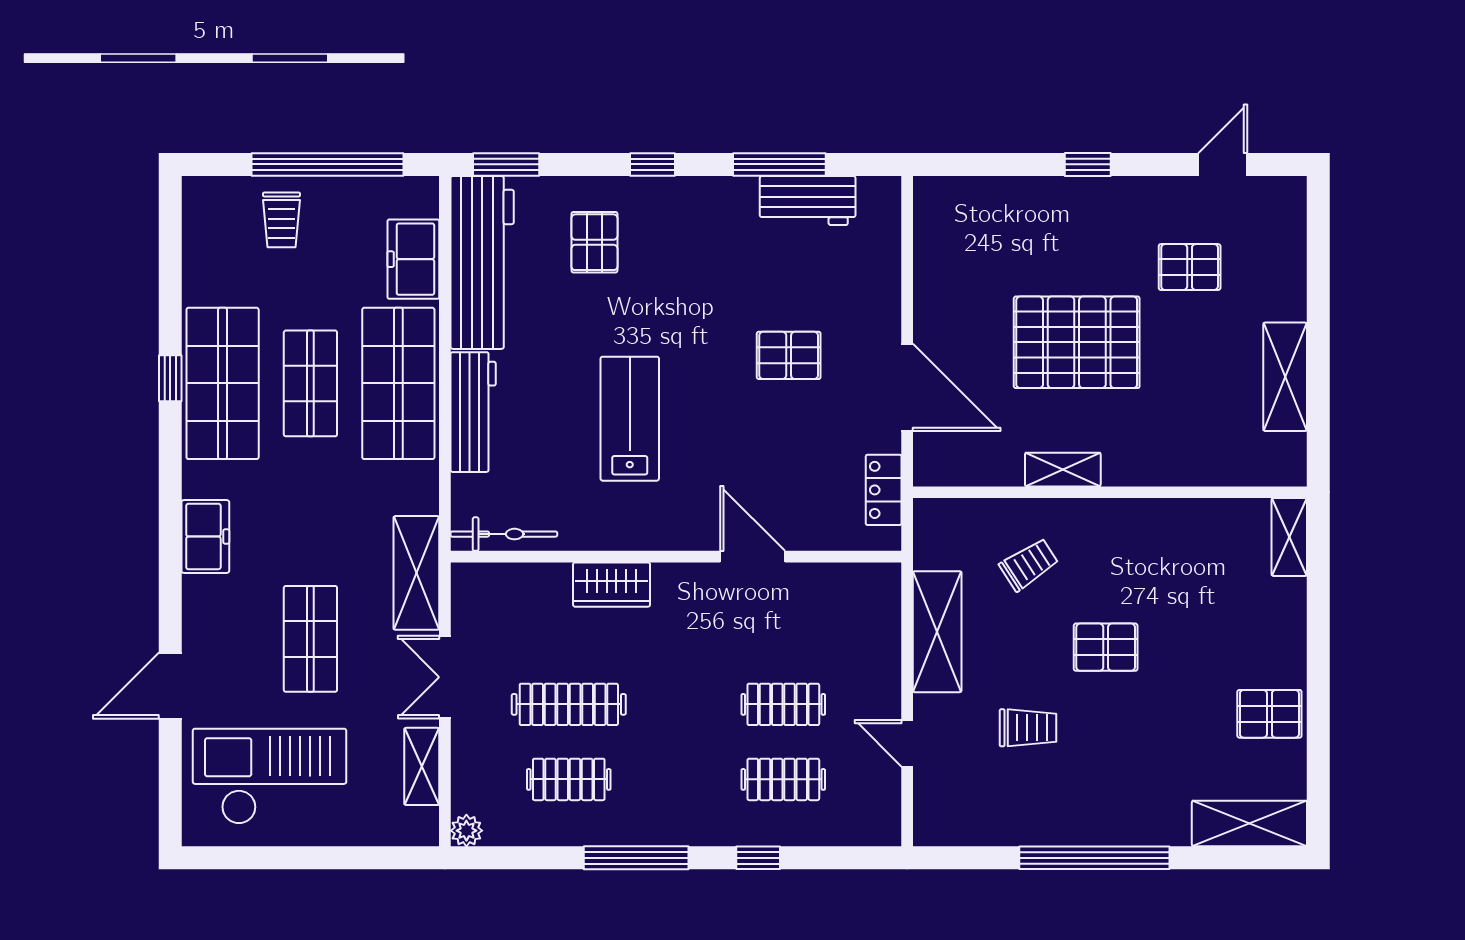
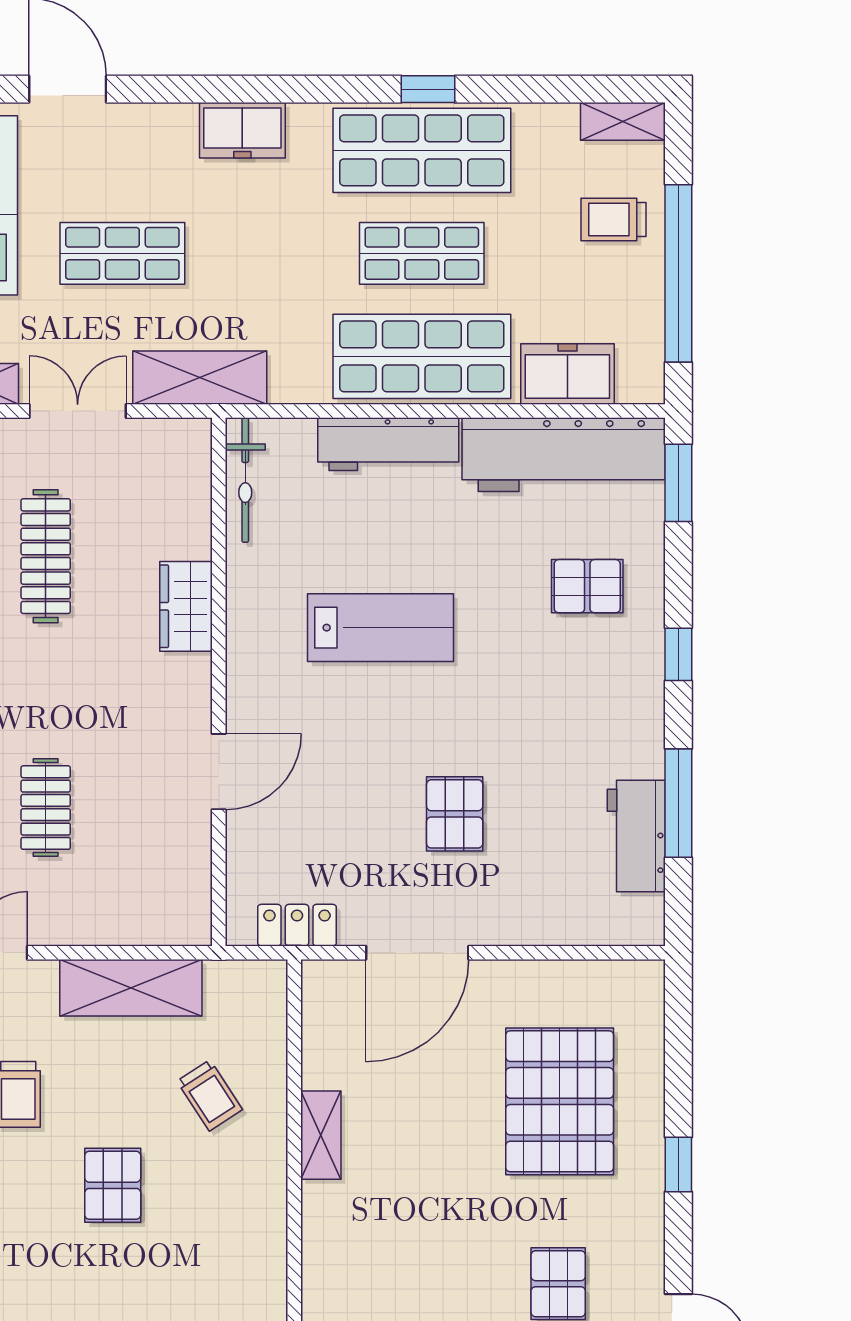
shelving: (198, 212) -> (623, 121), added
pallet: (1077, 342) -> (560, 1101), moved

